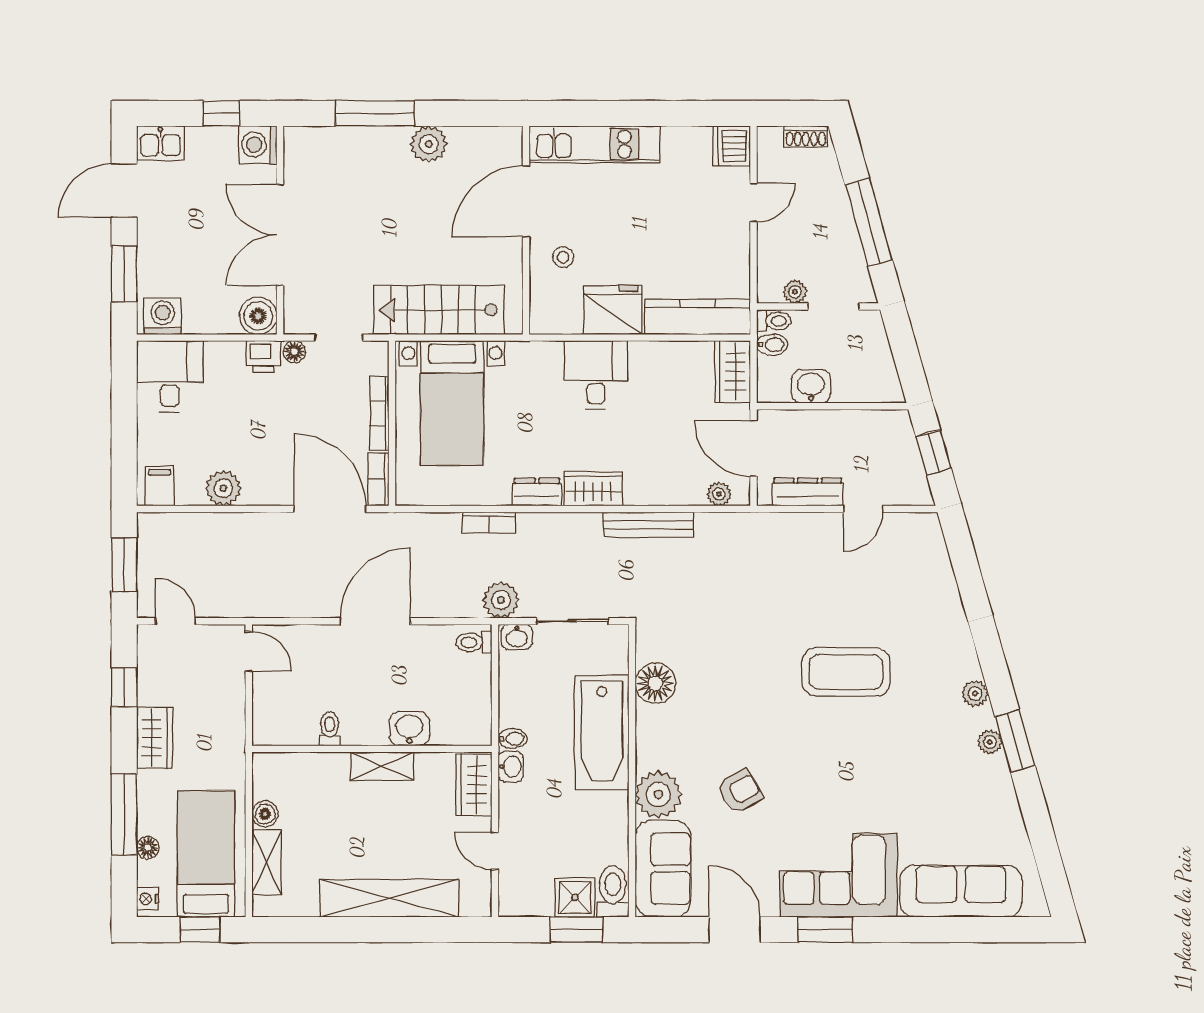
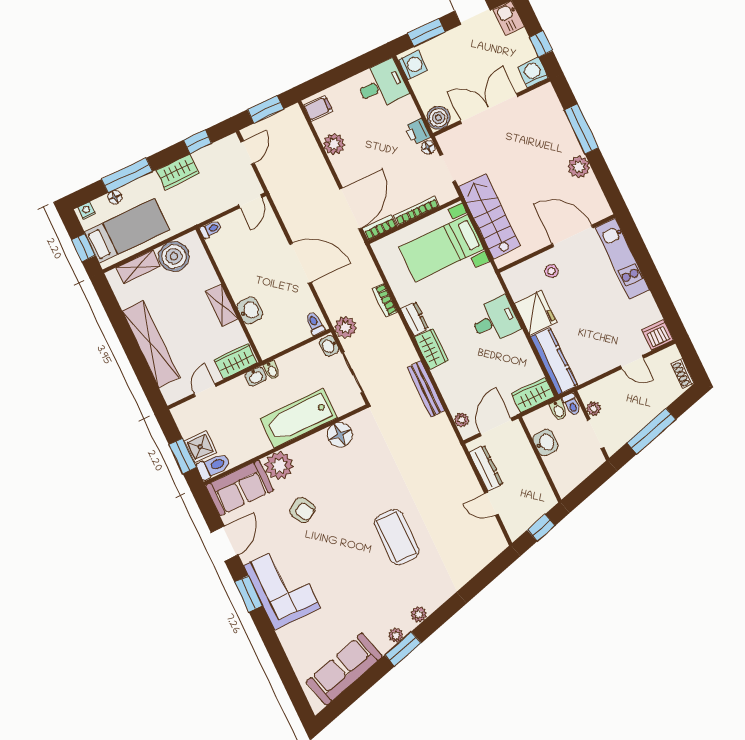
toilet: (330, 729) -> (211, 229), moved
boiler: (265, 814) -> (174, 256), width x1.86, depth x1.86
sofa: (961, 891) -> (344, 669), moved, turned -106

